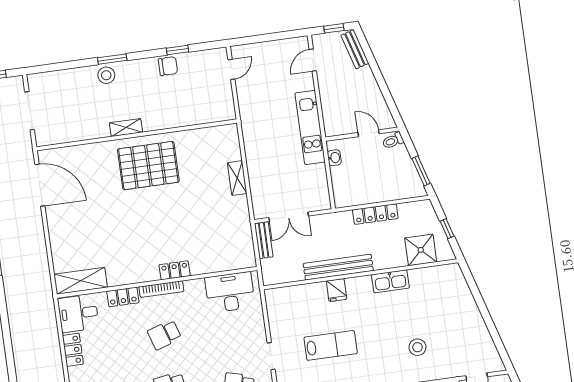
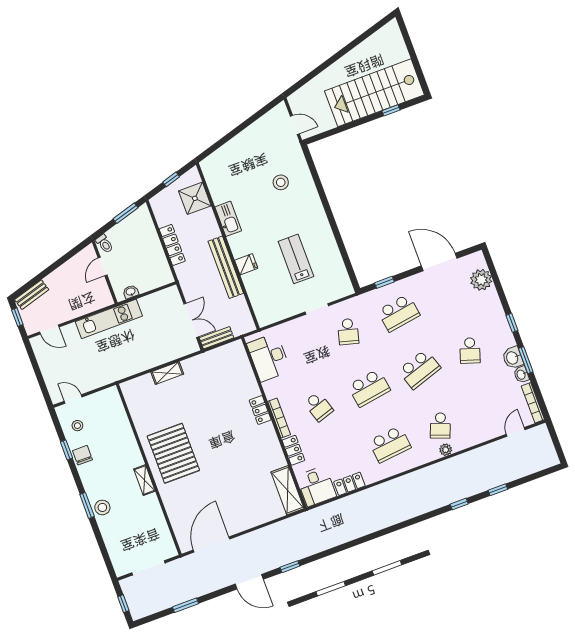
stool: (201, 68) -> (77, 426), added

